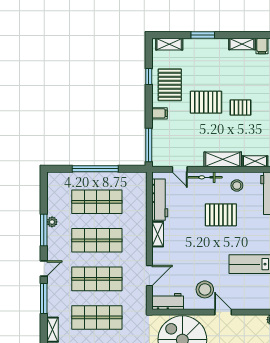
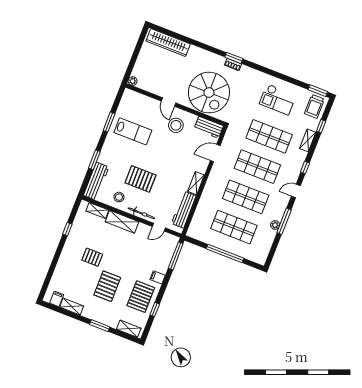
pallet: (206, 102) -> (107, 286), moved, turned 90
door: (180, 169) -> (159, 227), swing flipped
window: (44, 298) -> (305, 167), width x0.46

